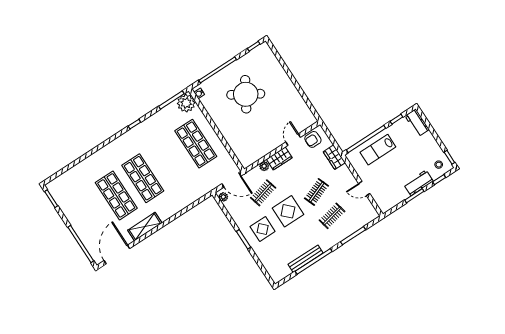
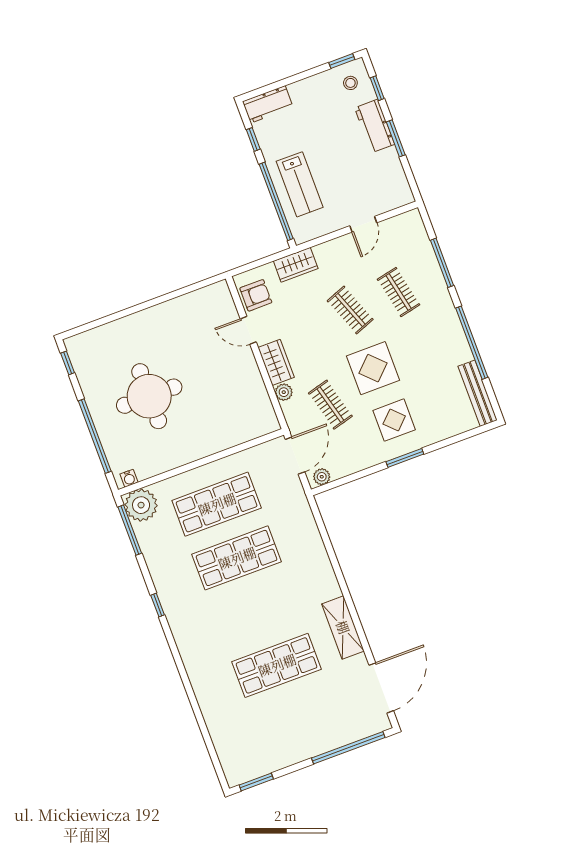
round table: (246, 94) -> (149, 396), turned -31
armchair: (313, 139) -> (256, 295), turned -90
shop shelf: (143, 178) -> (237, 558), moved
door: (117, 255) -> (381, 688), swing flipped
bench: (306, 259) -> (478, 393), moved

